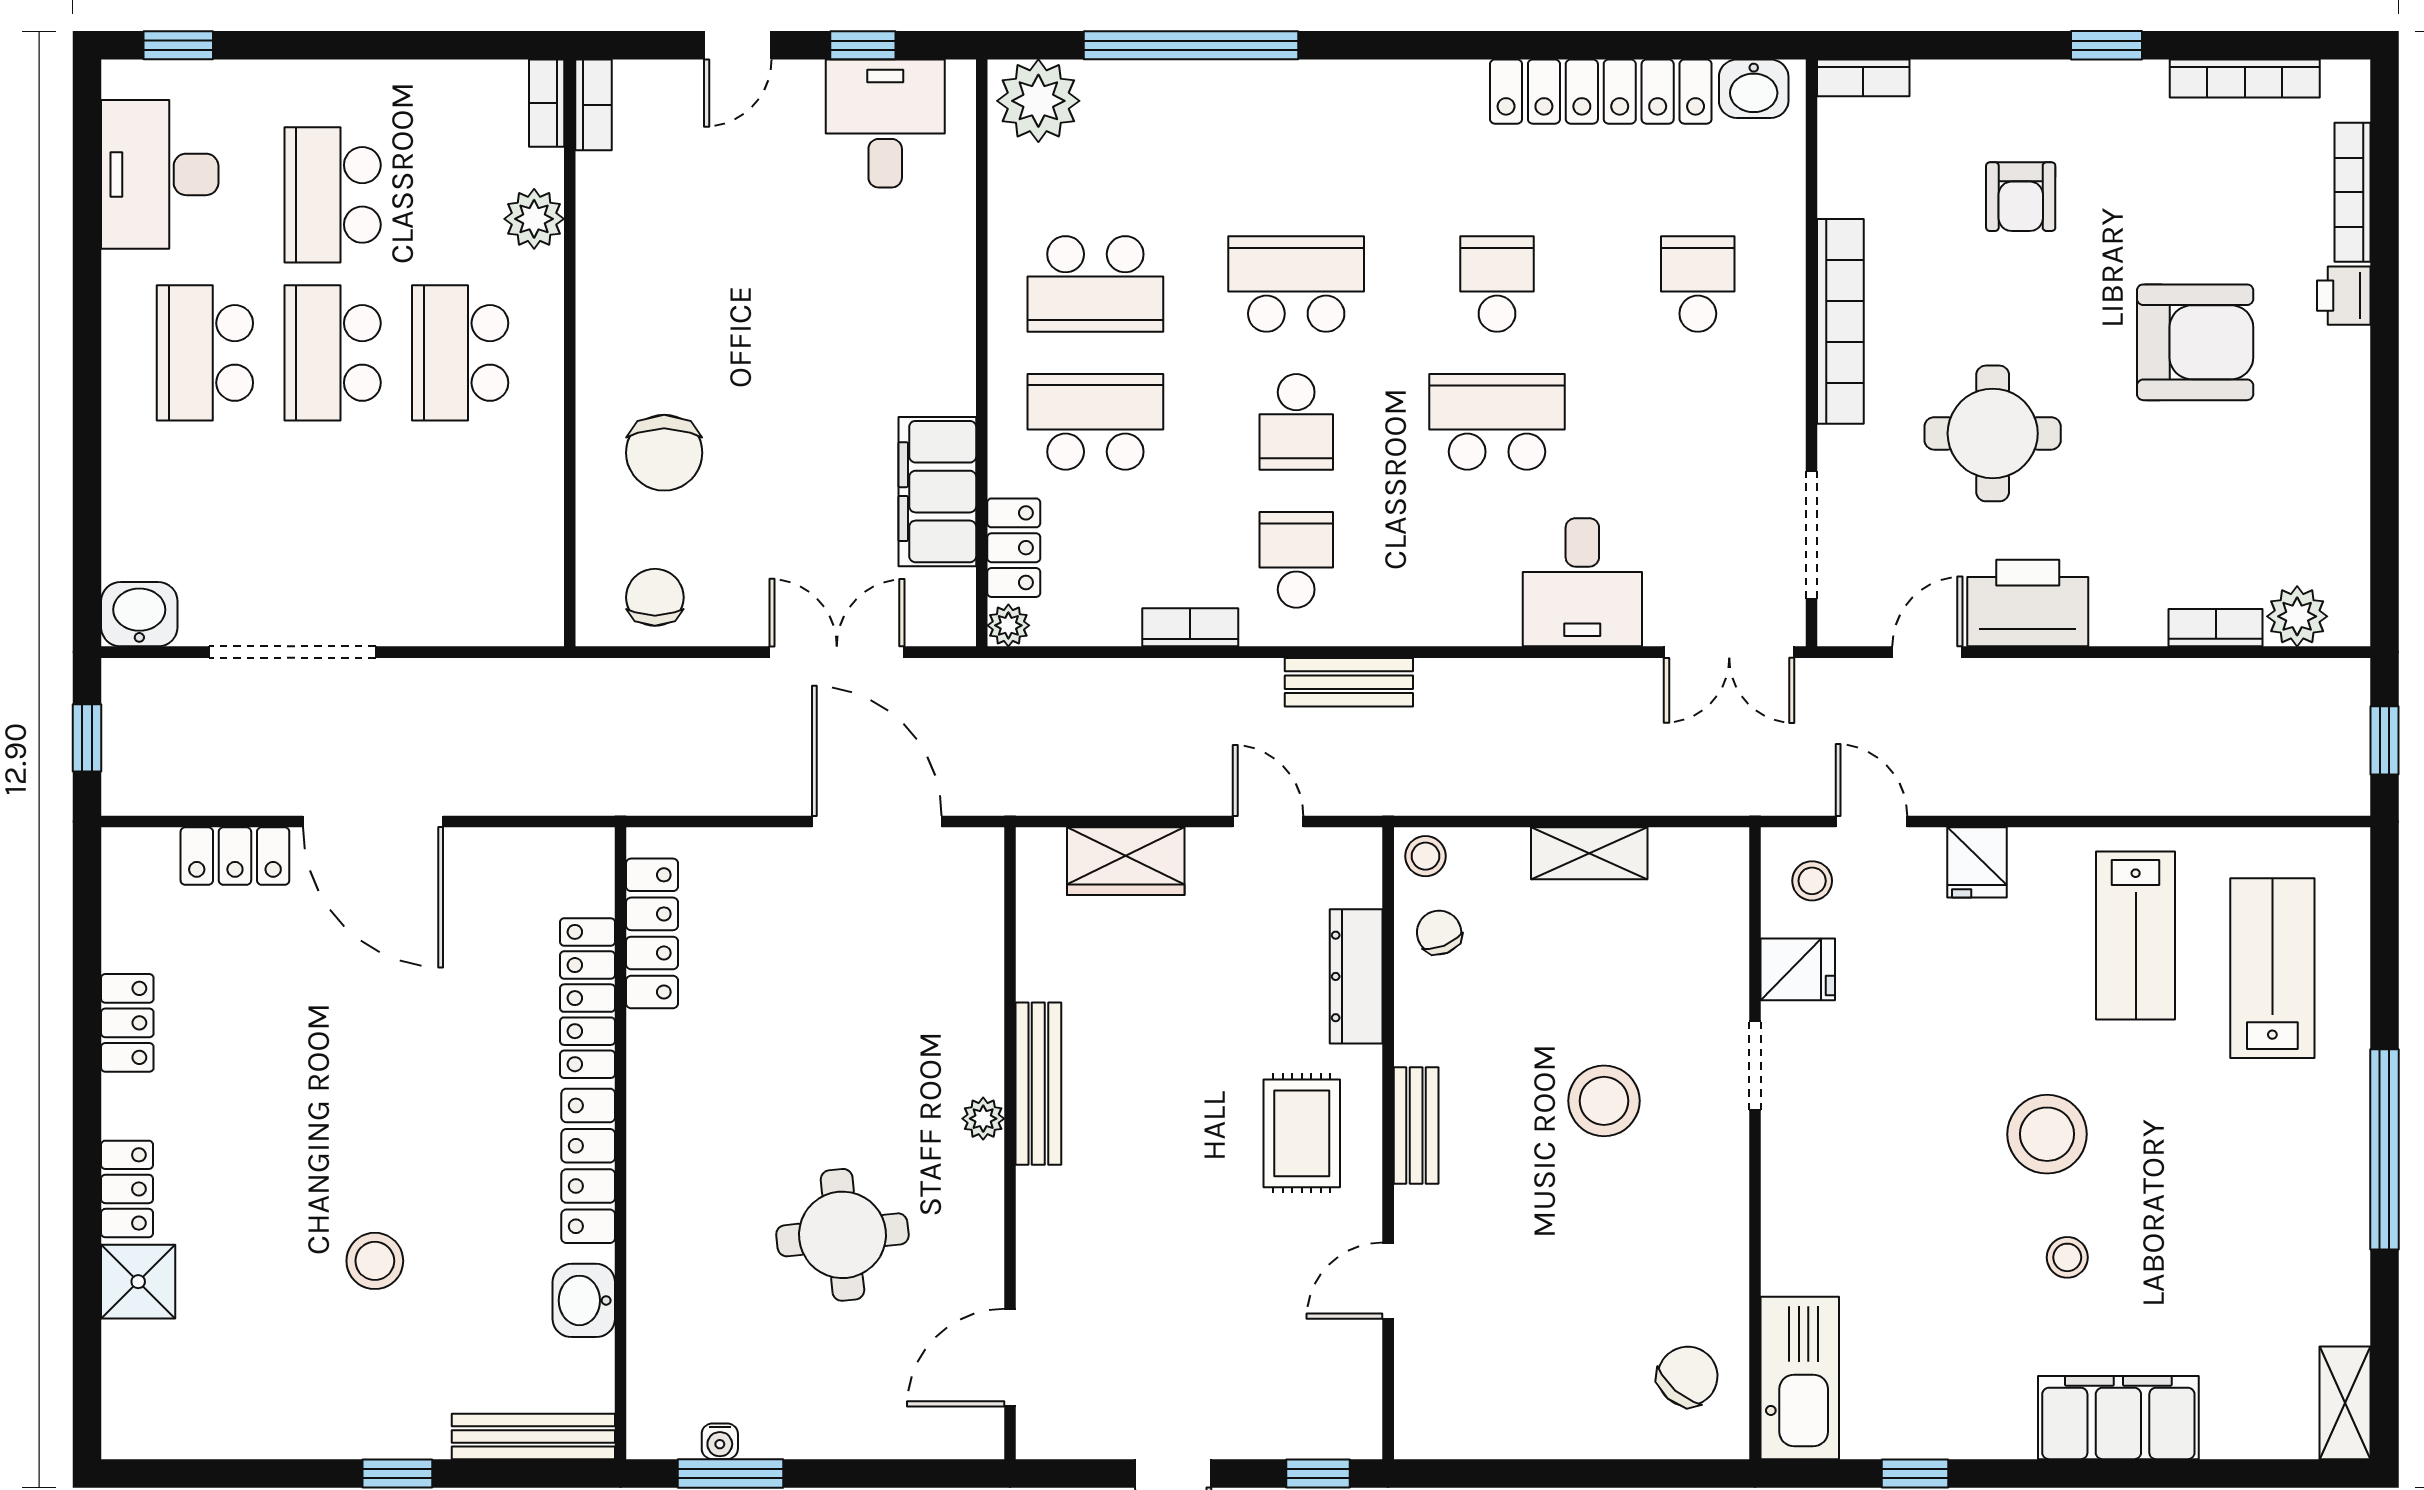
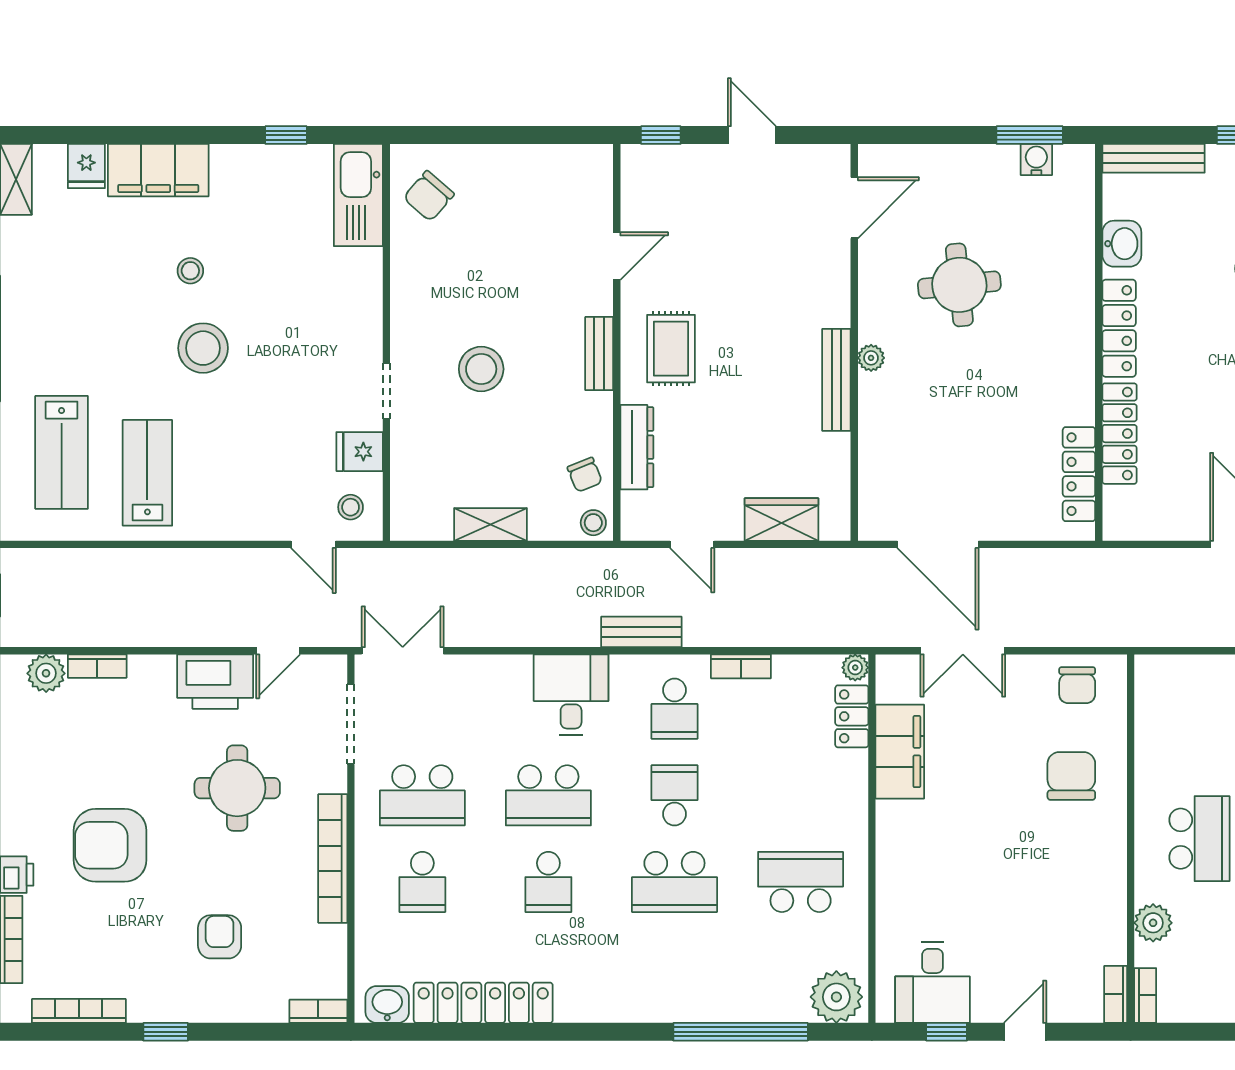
school desk: (1095, 422) -> (422, 795), moved
desk: (1582, 582) -> (571, 695), moved
fridge: (1977, 862) -> (86, 166), moved, turned 180
water cooler: (720, 1441) -> (1036, 160), width x1.38, depth x1.38

